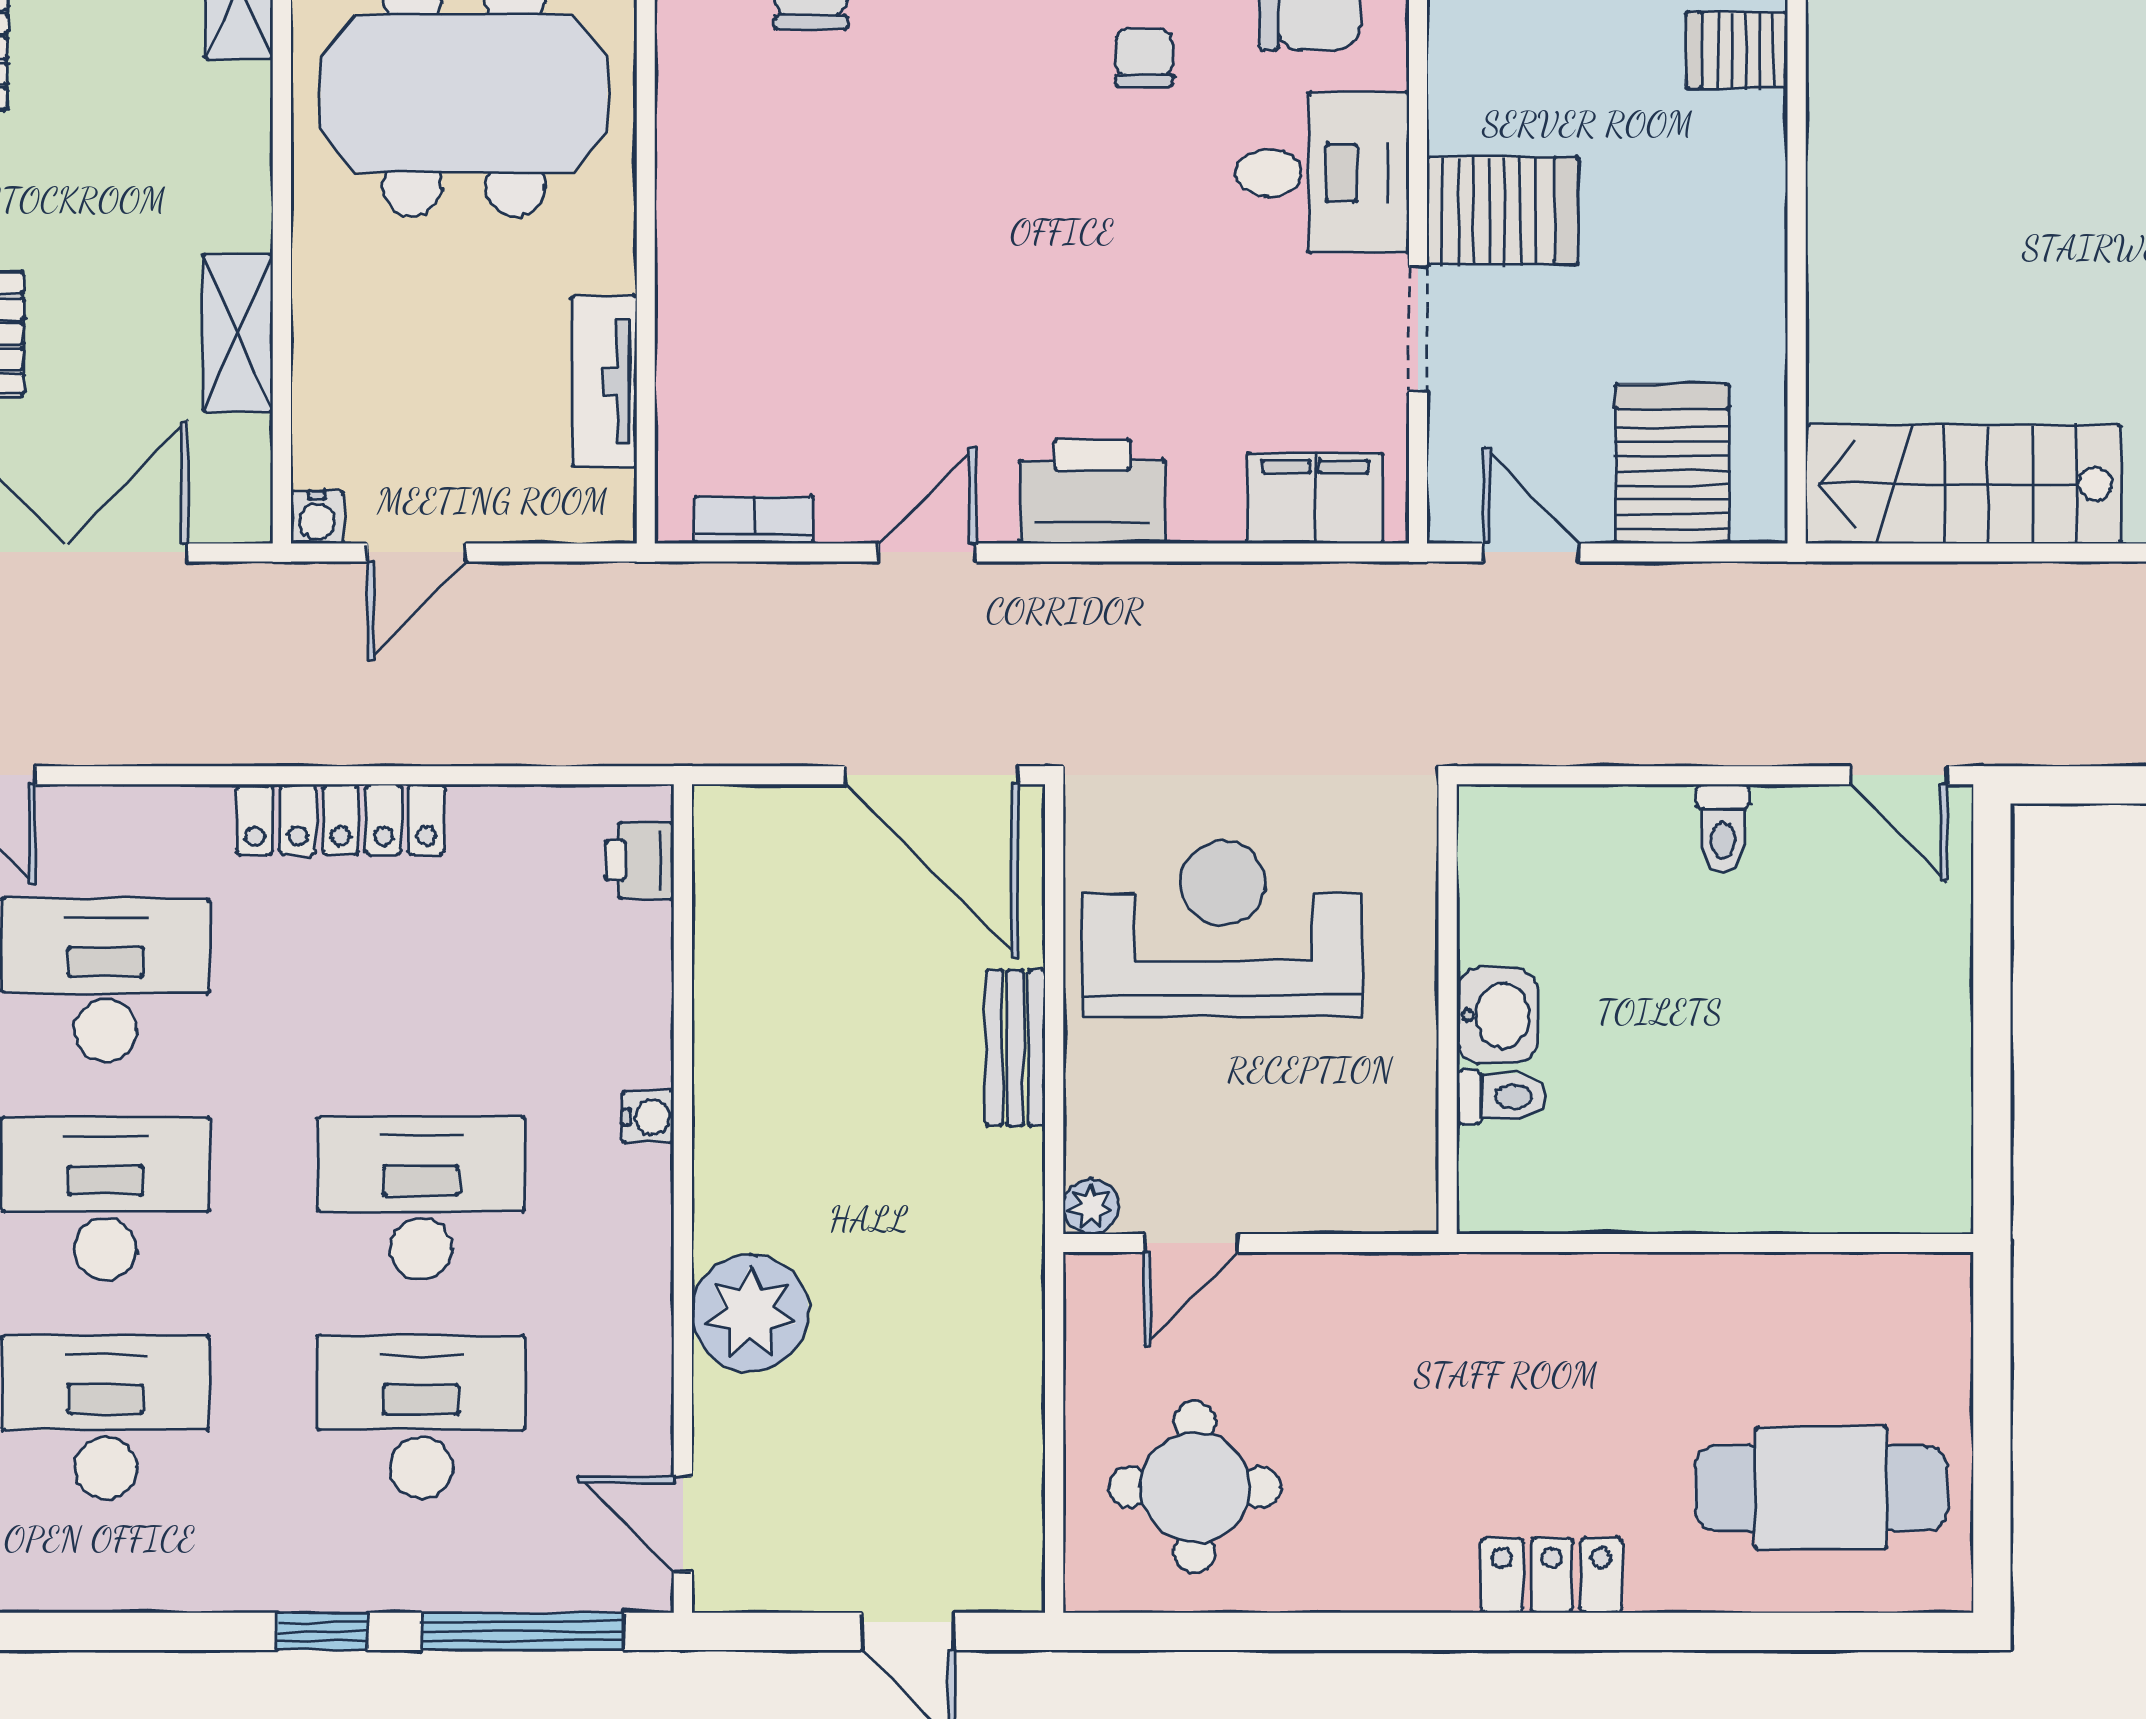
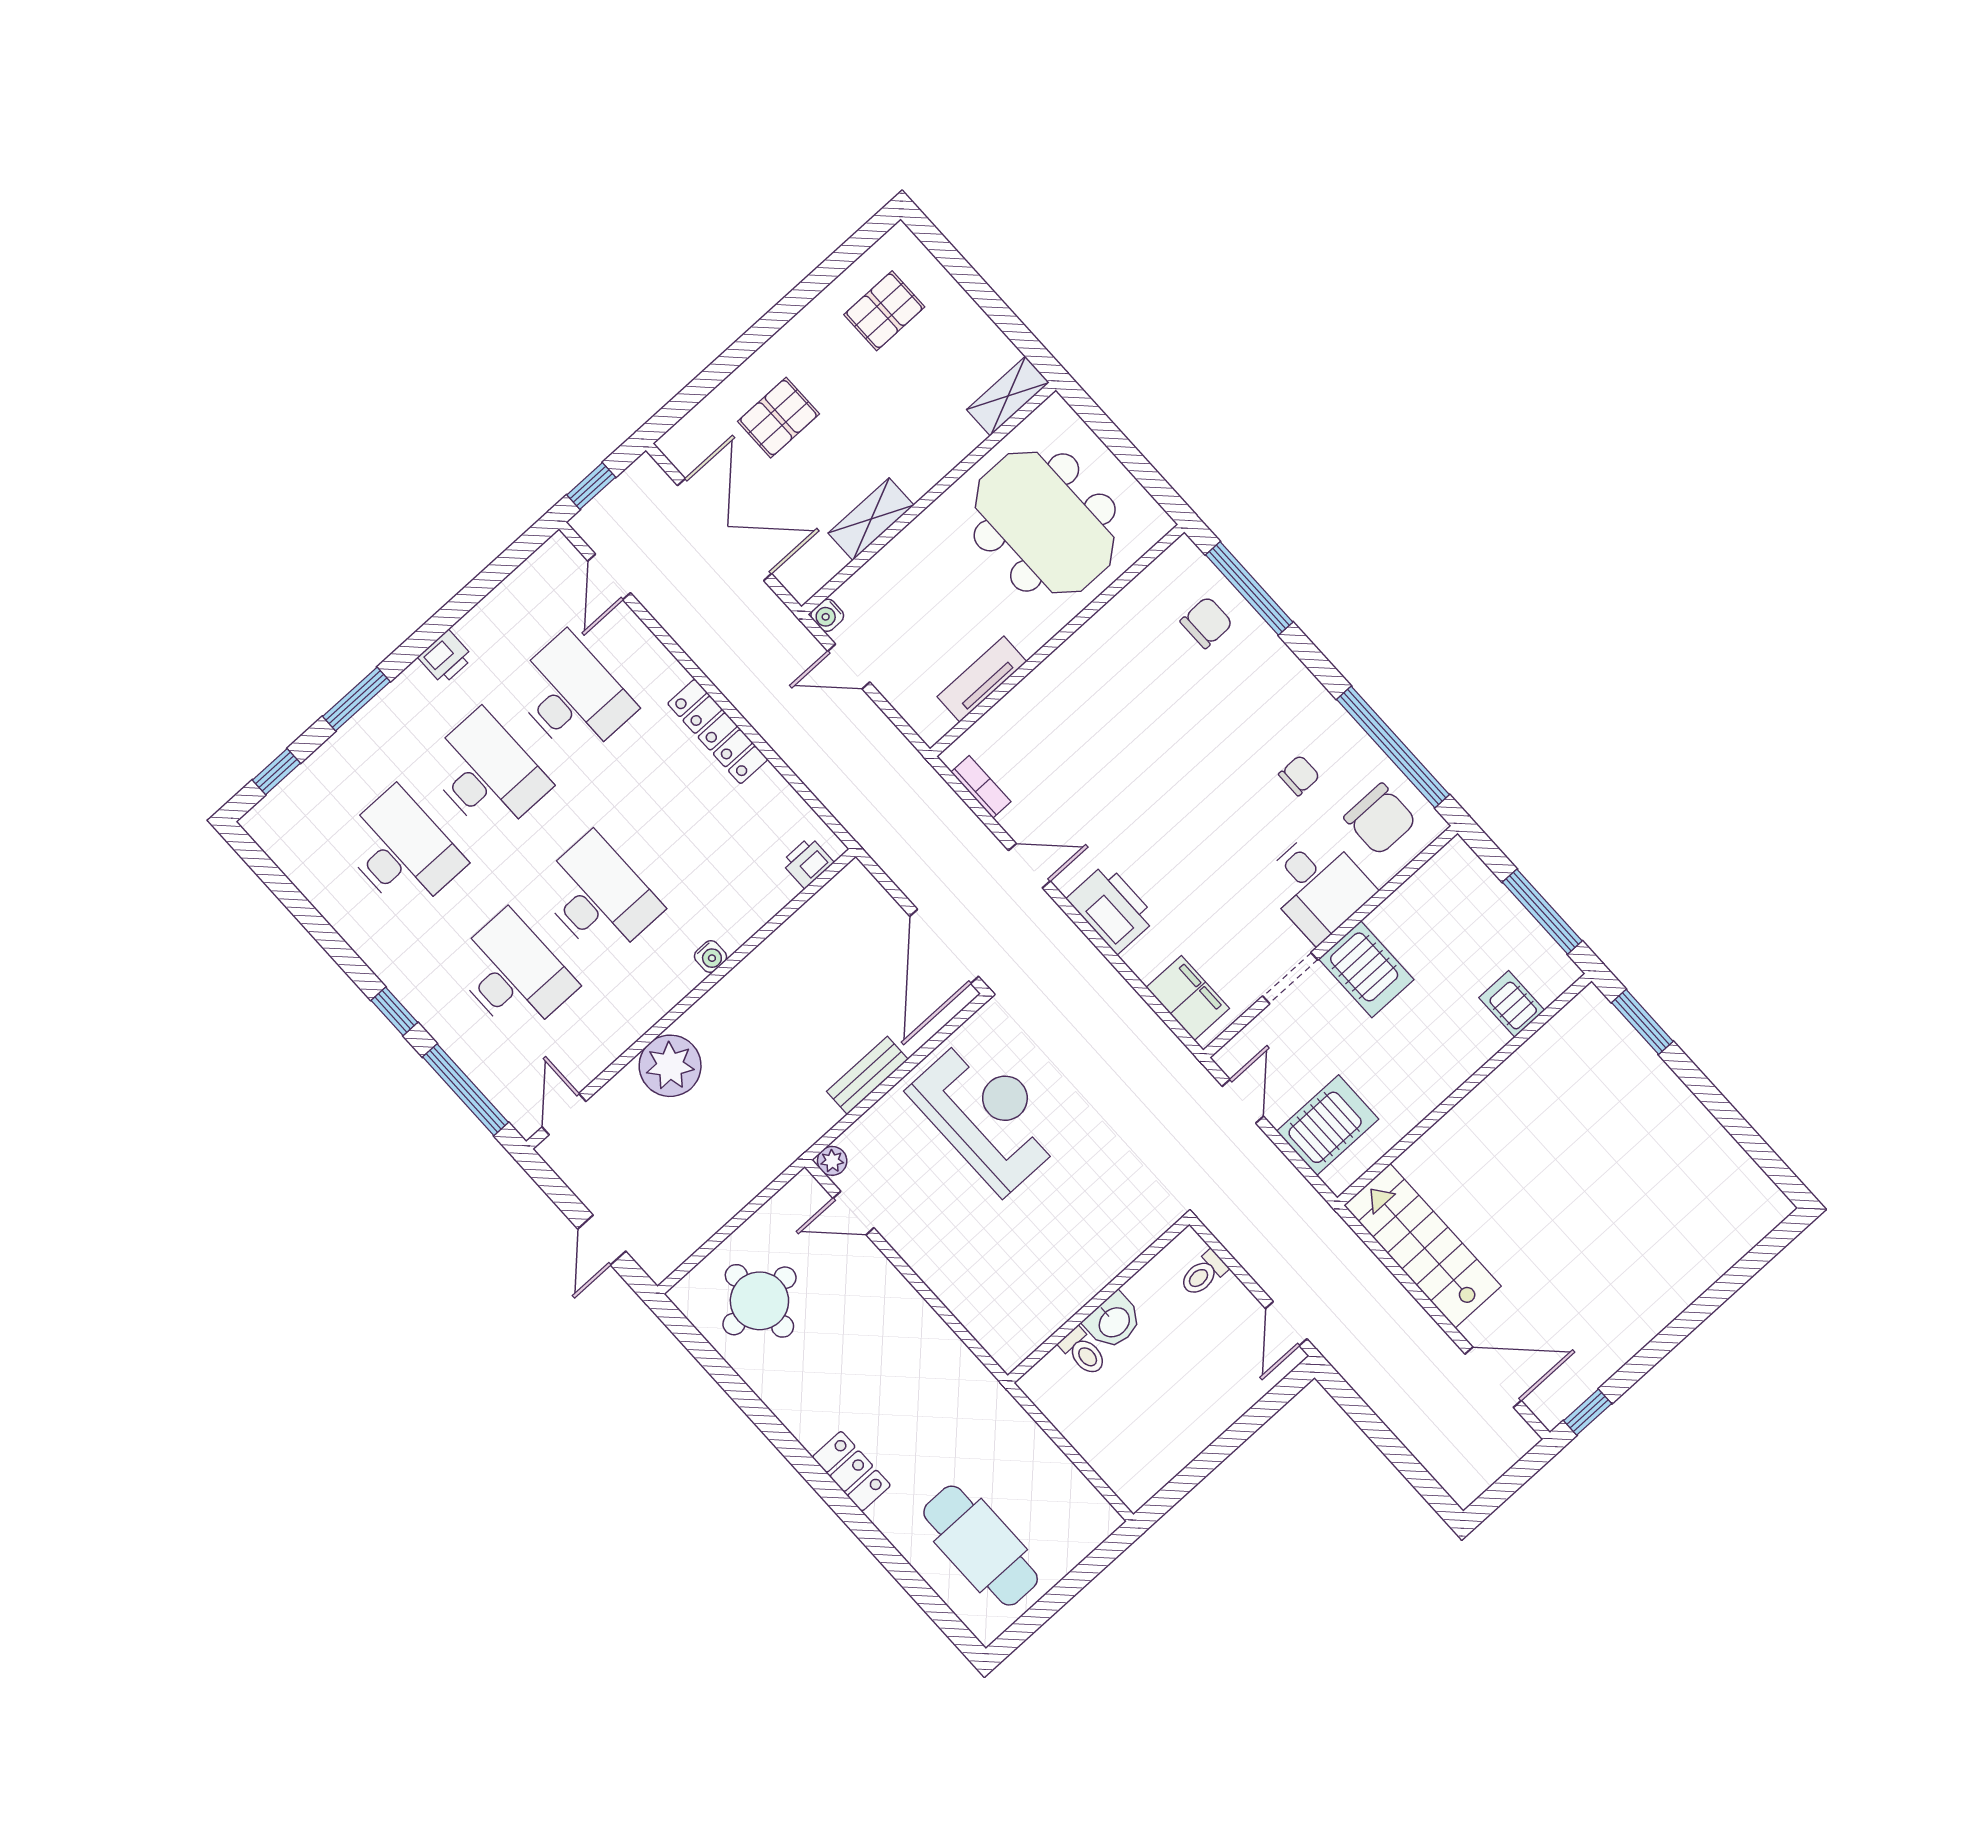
wall: (1448, 1009) -> (1098, 1300), moved
washbasin: (1497, 1015) -> (1113, 1321), moved
toilet: (1501, 1097) -> (1083, 1352), moved

